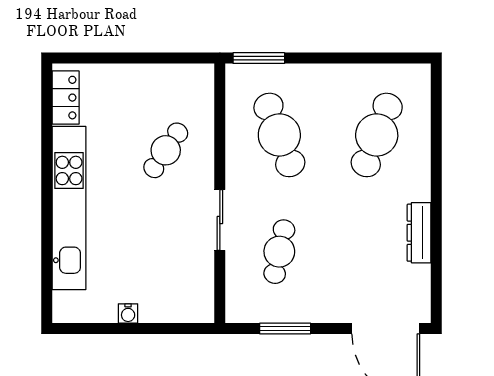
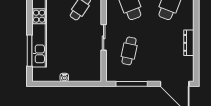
window: (47, 251) -> (30, 51), added
window: (285, 329) -> (132, 84), width x1.44

